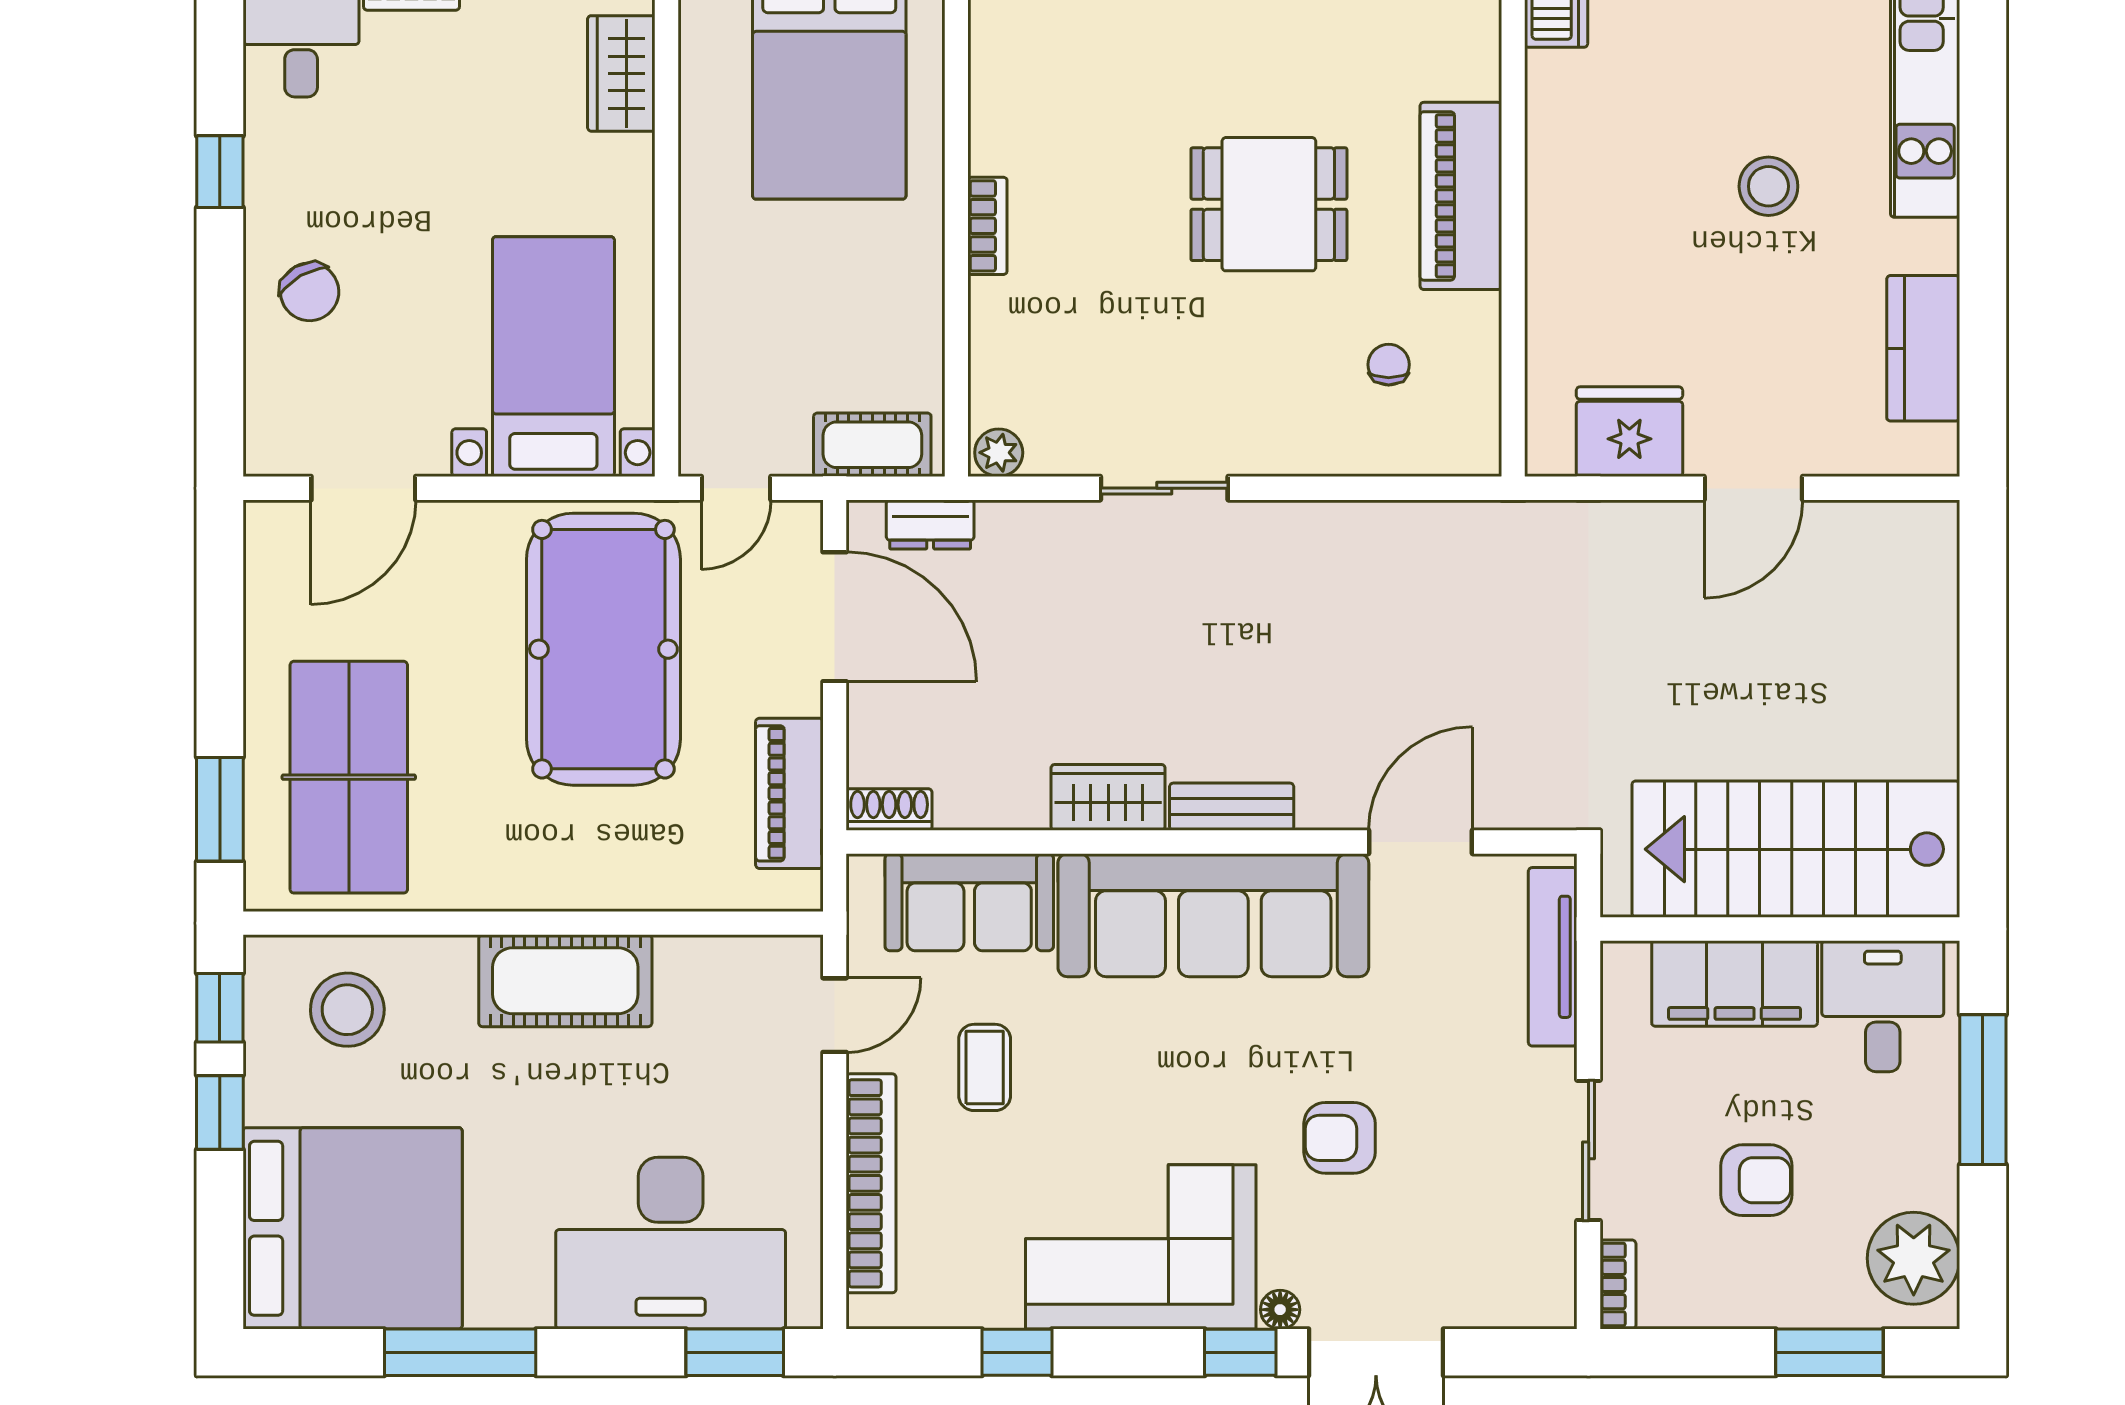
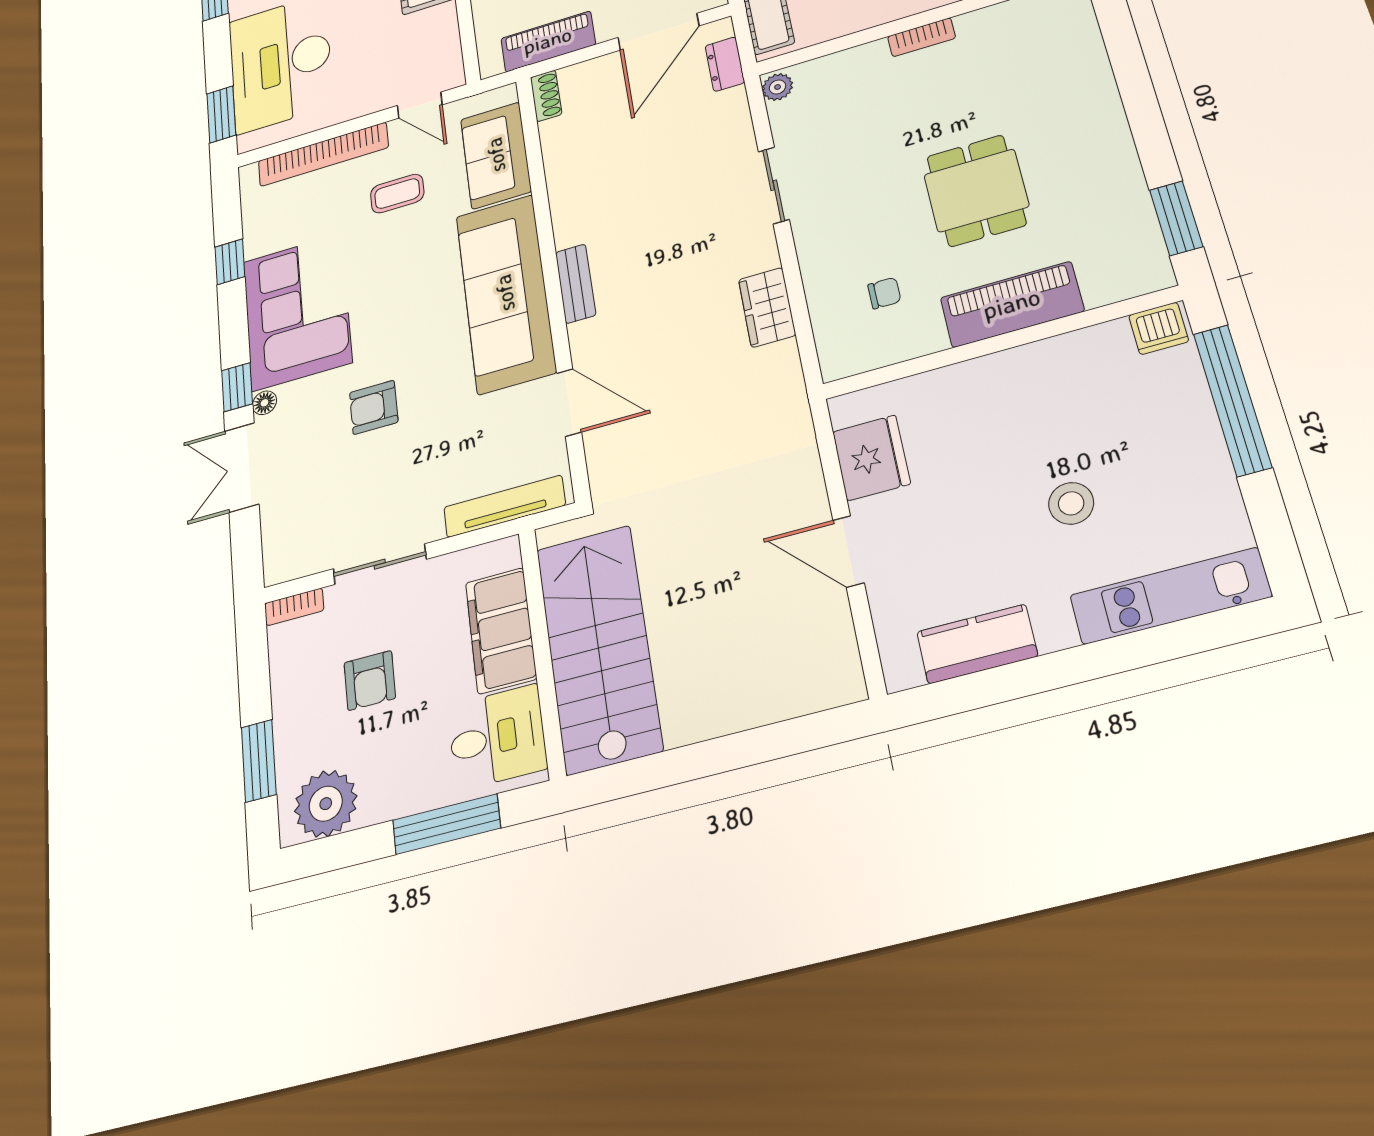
wardrobe: (1108, 797) -> (767, 307), moved, turned 180
armchair: (1340, 1138) -> (374, 407), turned -90

